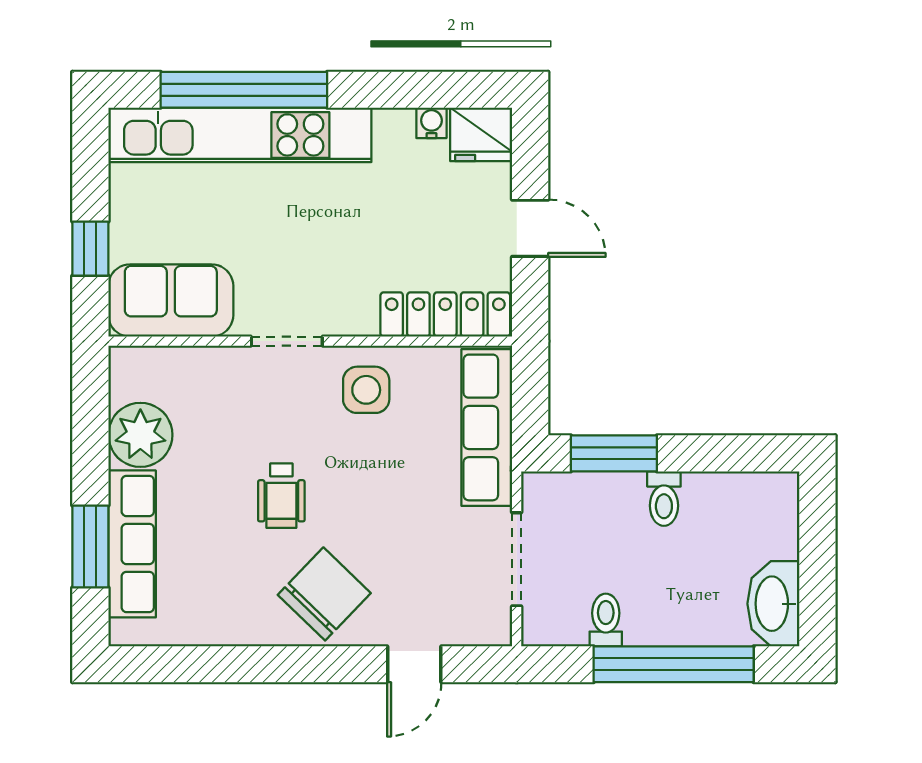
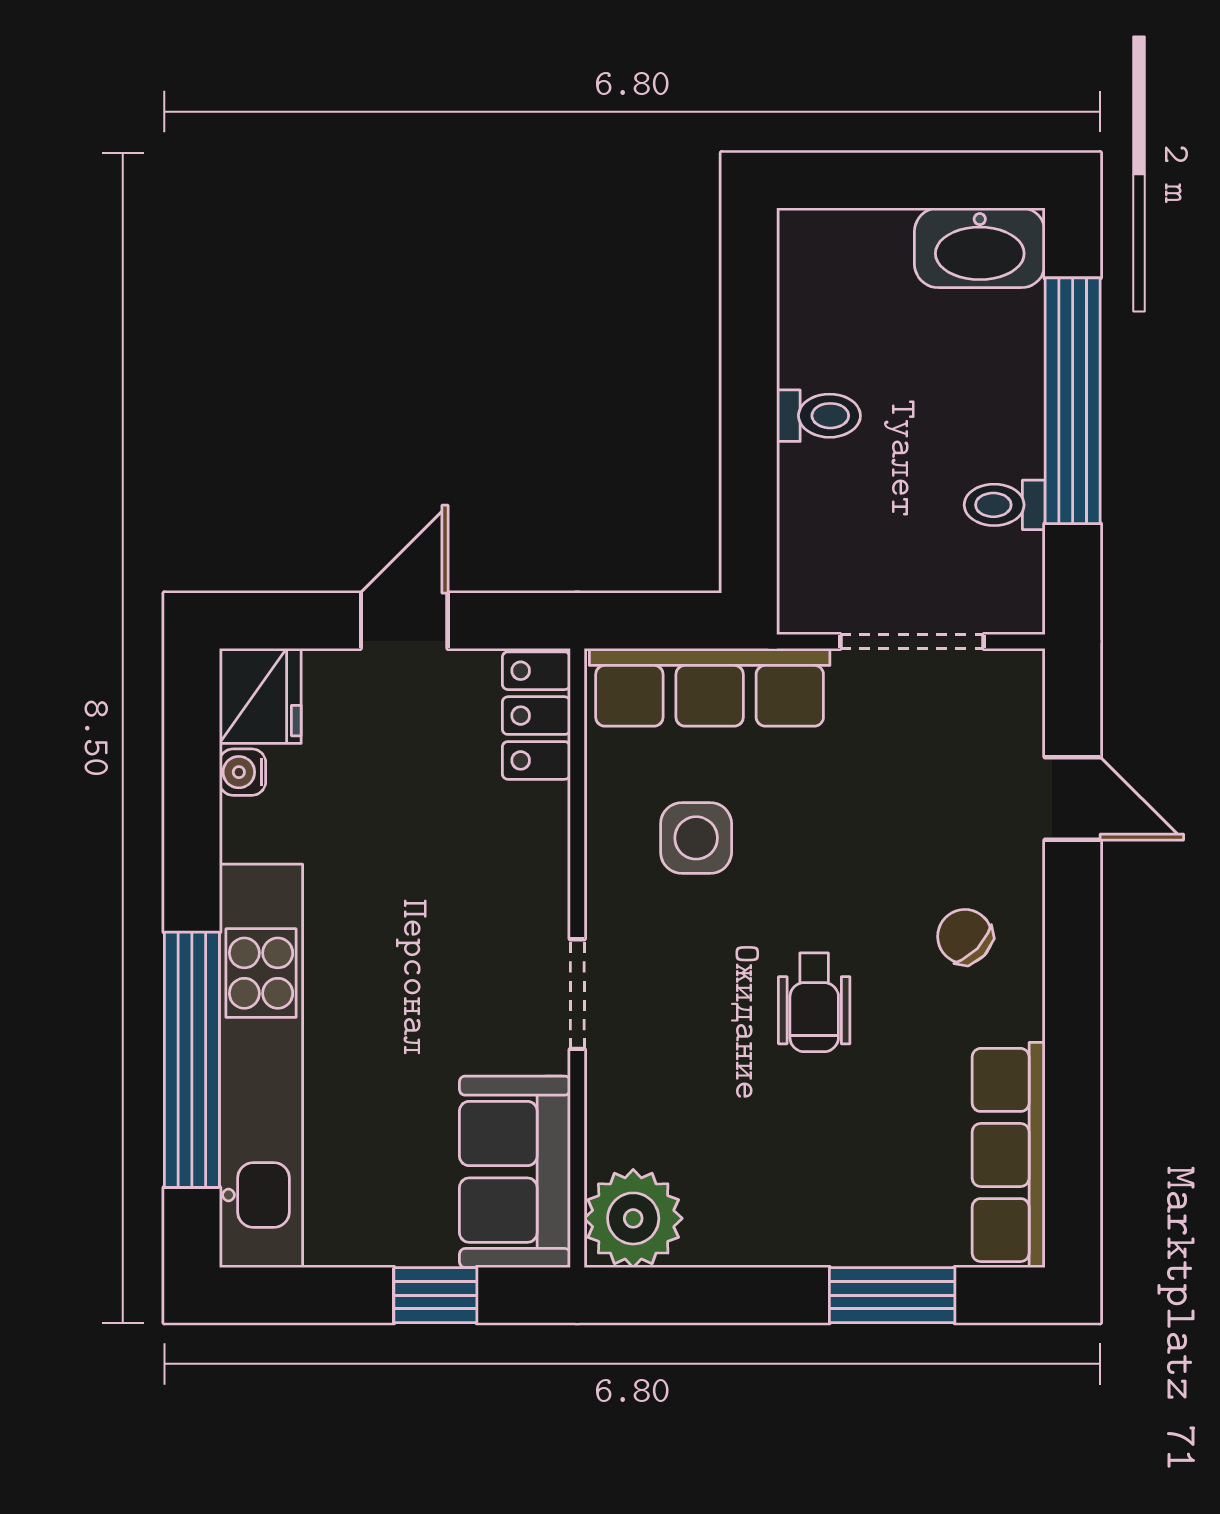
locker: (445, 314) -> (536, 716), width x0.66
side table: (366, 390) -> (696, 838), moved
plant: (140, 435) -> (633, 1218), moved
window: (614, 453) -> (749, 493), removed
wheelchair: (281, 496) -> (814, 1002), turned 90
row of seats: (132, 544) -> (1009, 1155), moved, turned -90
chair: (324, 594) -> (965, 937), width x0.54, depth x0.54

